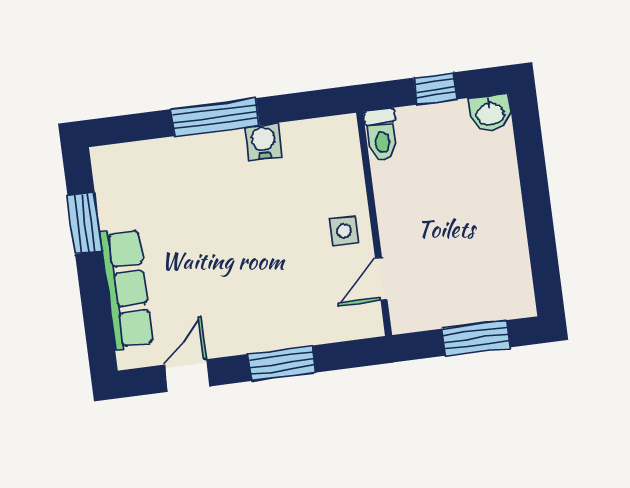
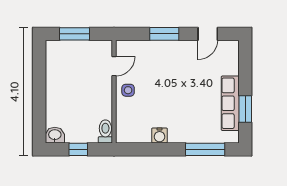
window: (215, 117) -> (205, 149), moved
row of seats: (127, 289) -> (230, 103), moved

